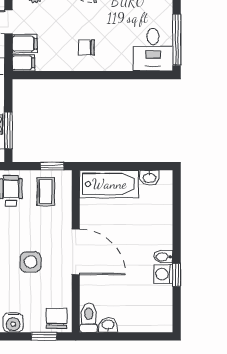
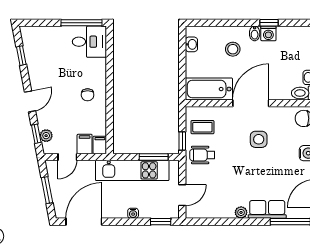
window: (52, 166) -> (182, 141), moved
bathtub: (109, 184) -> (209, 89), moved, turned -90
stool: (144, 229) -> (233, 49), added

